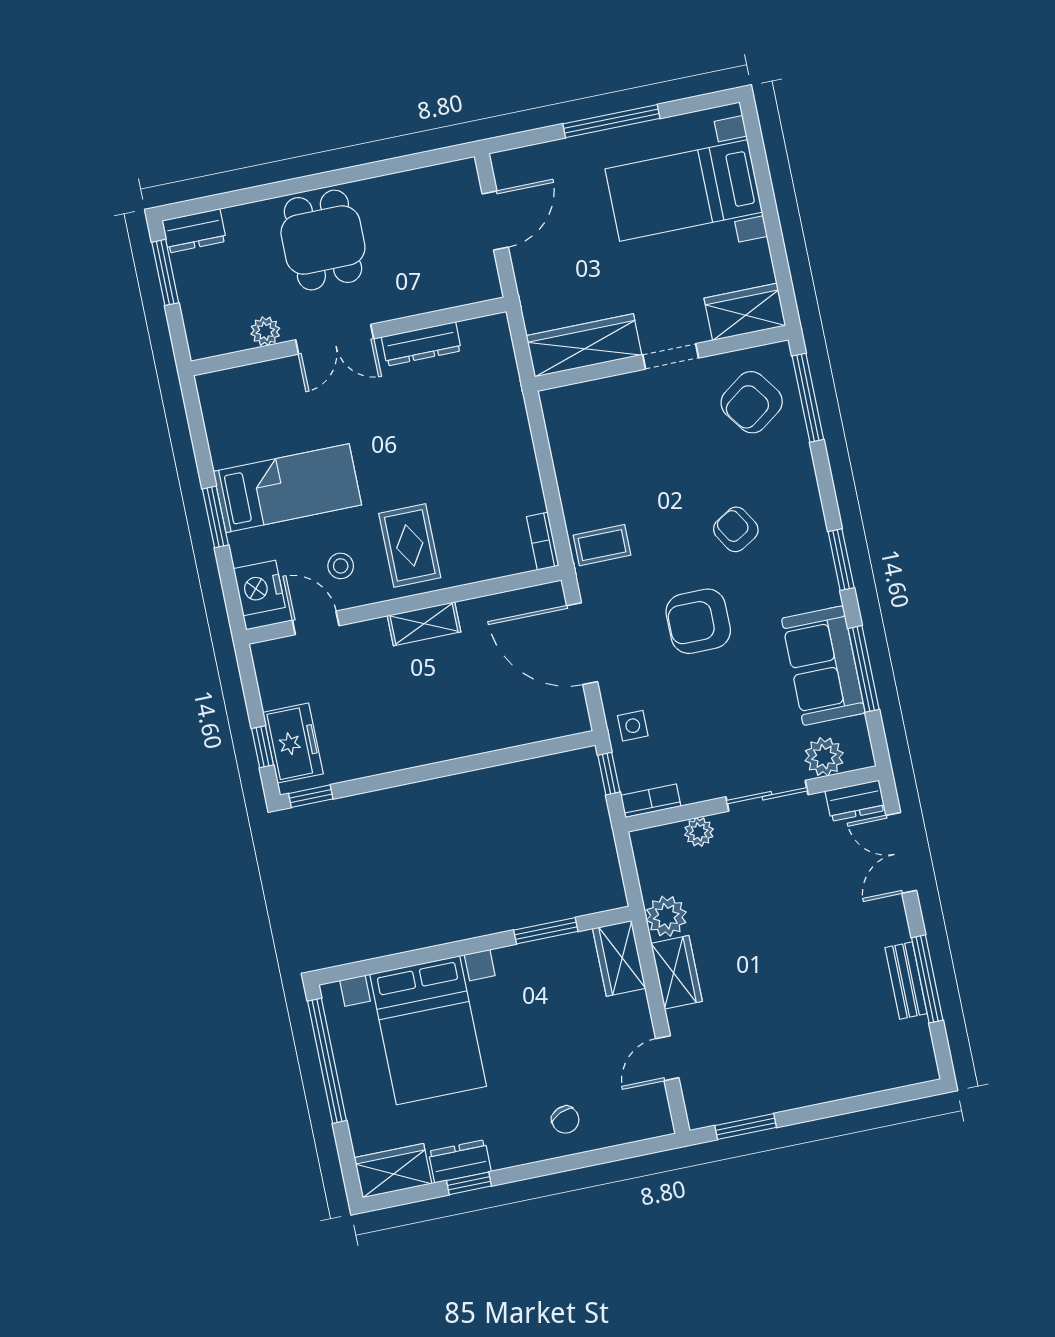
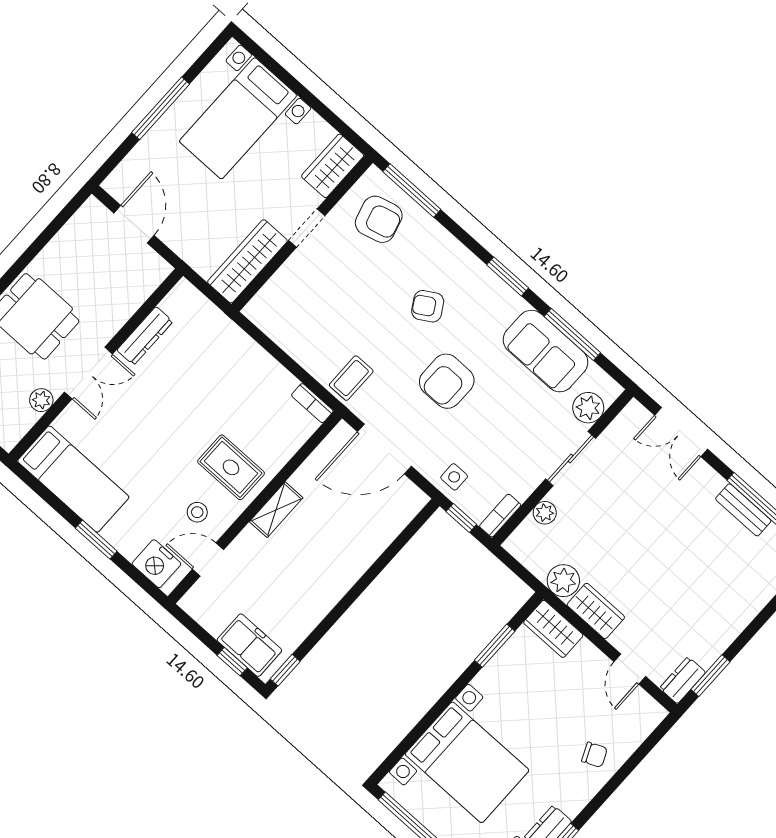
armchair: (752, 402) -> (379, 219), turned -69
bed: (287, 488) -> (73, 479), moved, turned 90
dresser: (855, 801) -> (683, 680), moved, turned 180

